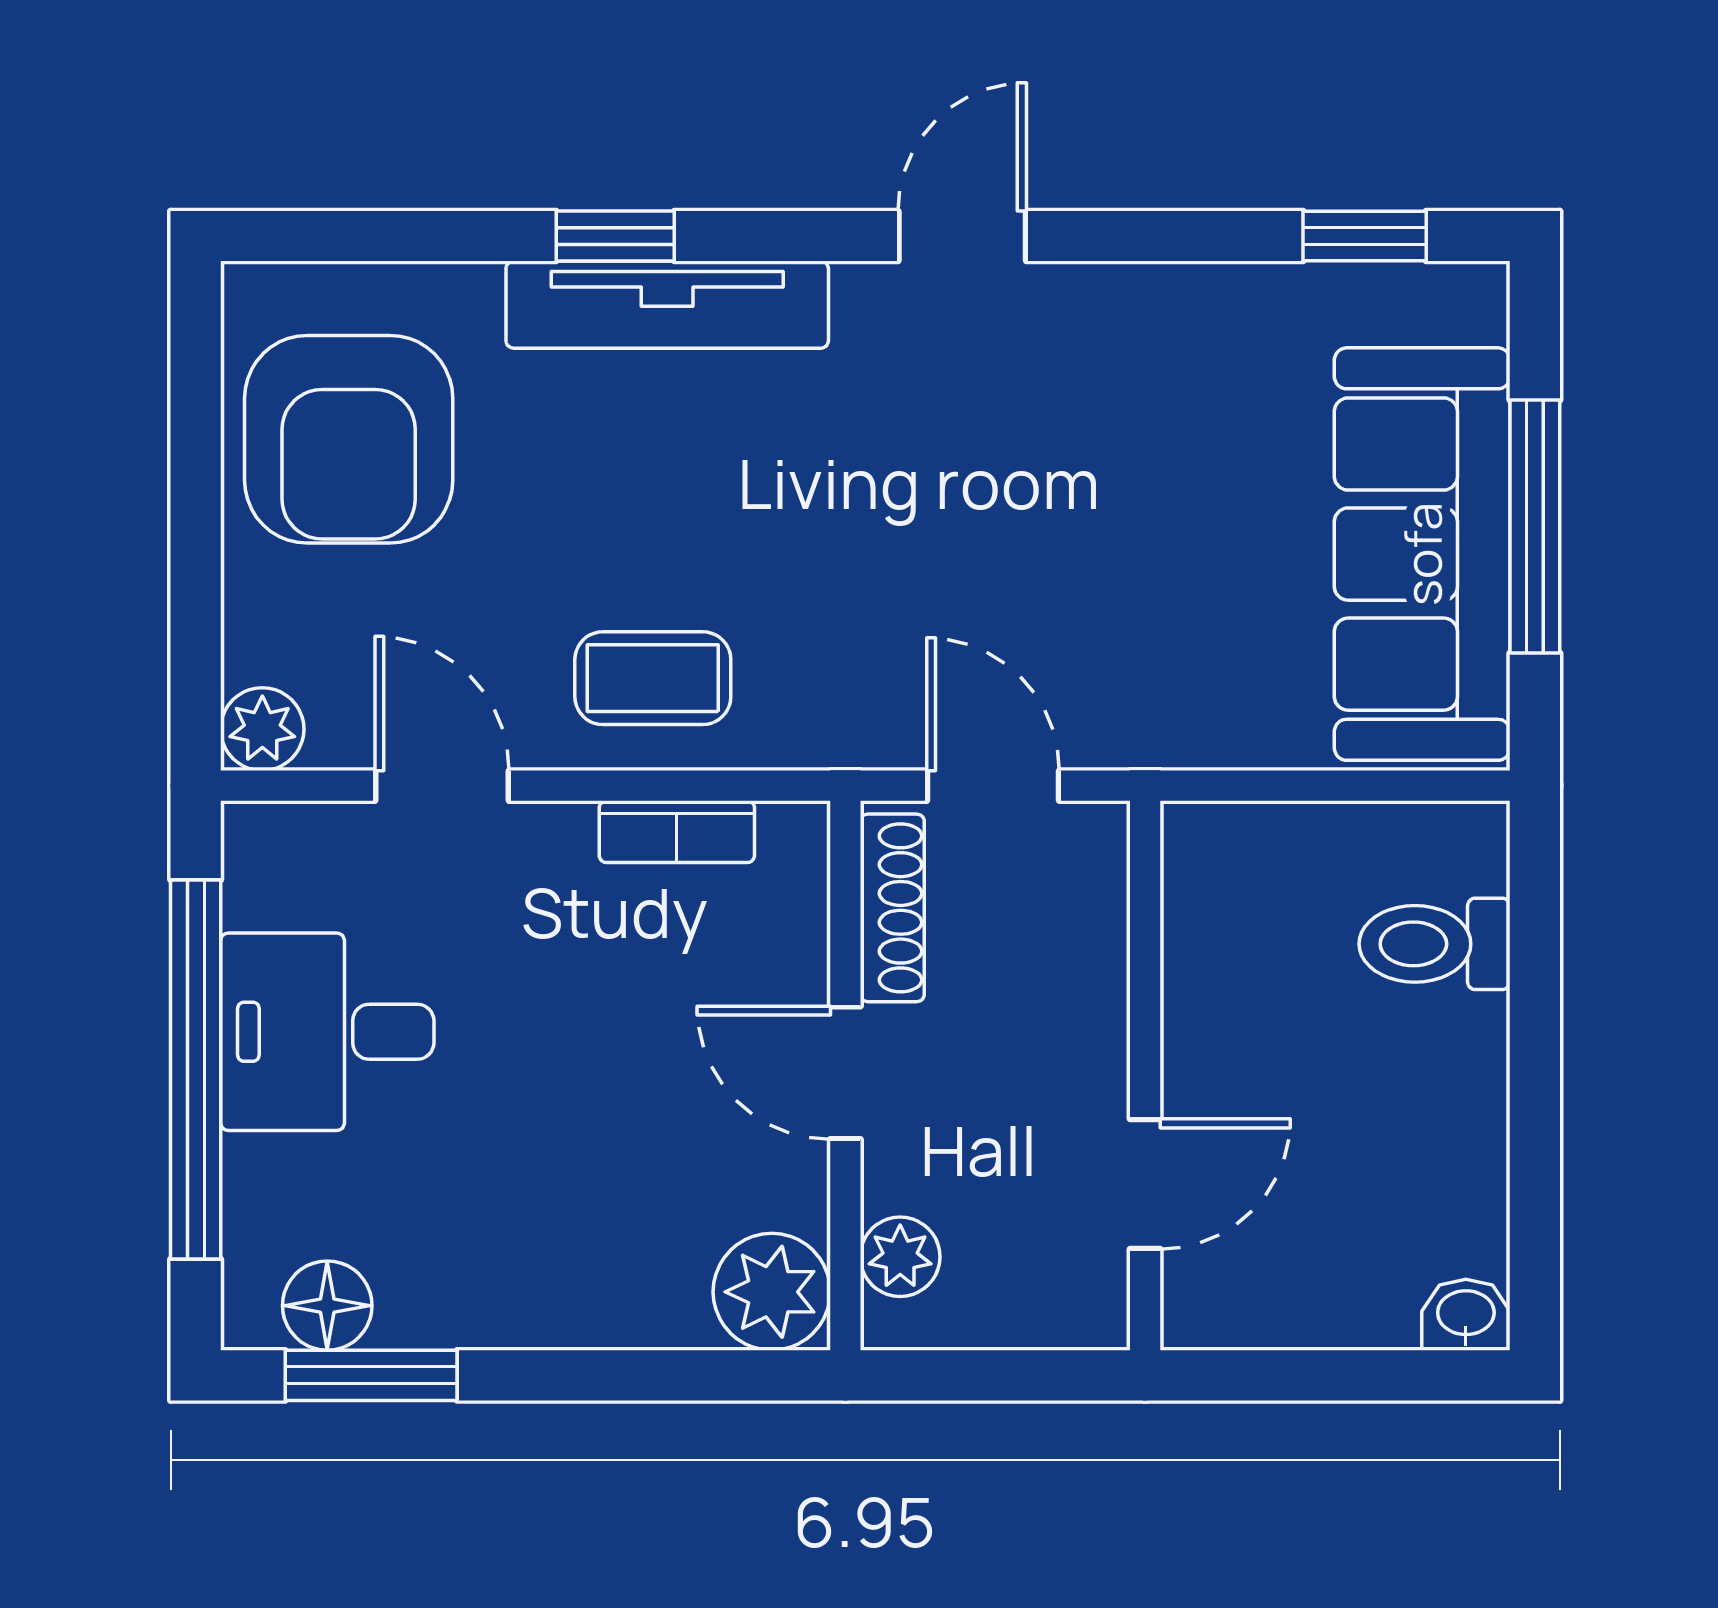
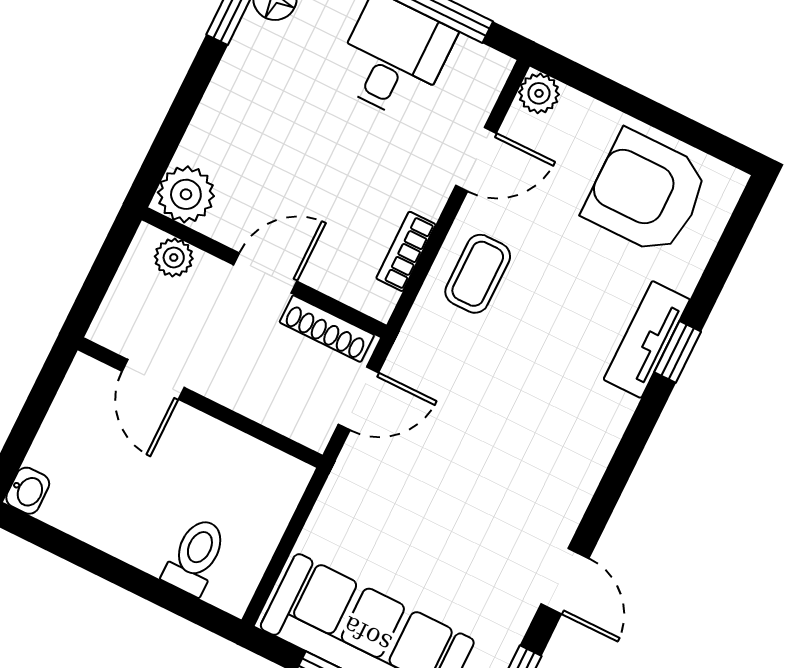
door: (962, 236) -> (565, 581), moved
tv unit: (667, 305) -> (647, 339), width x0.71

